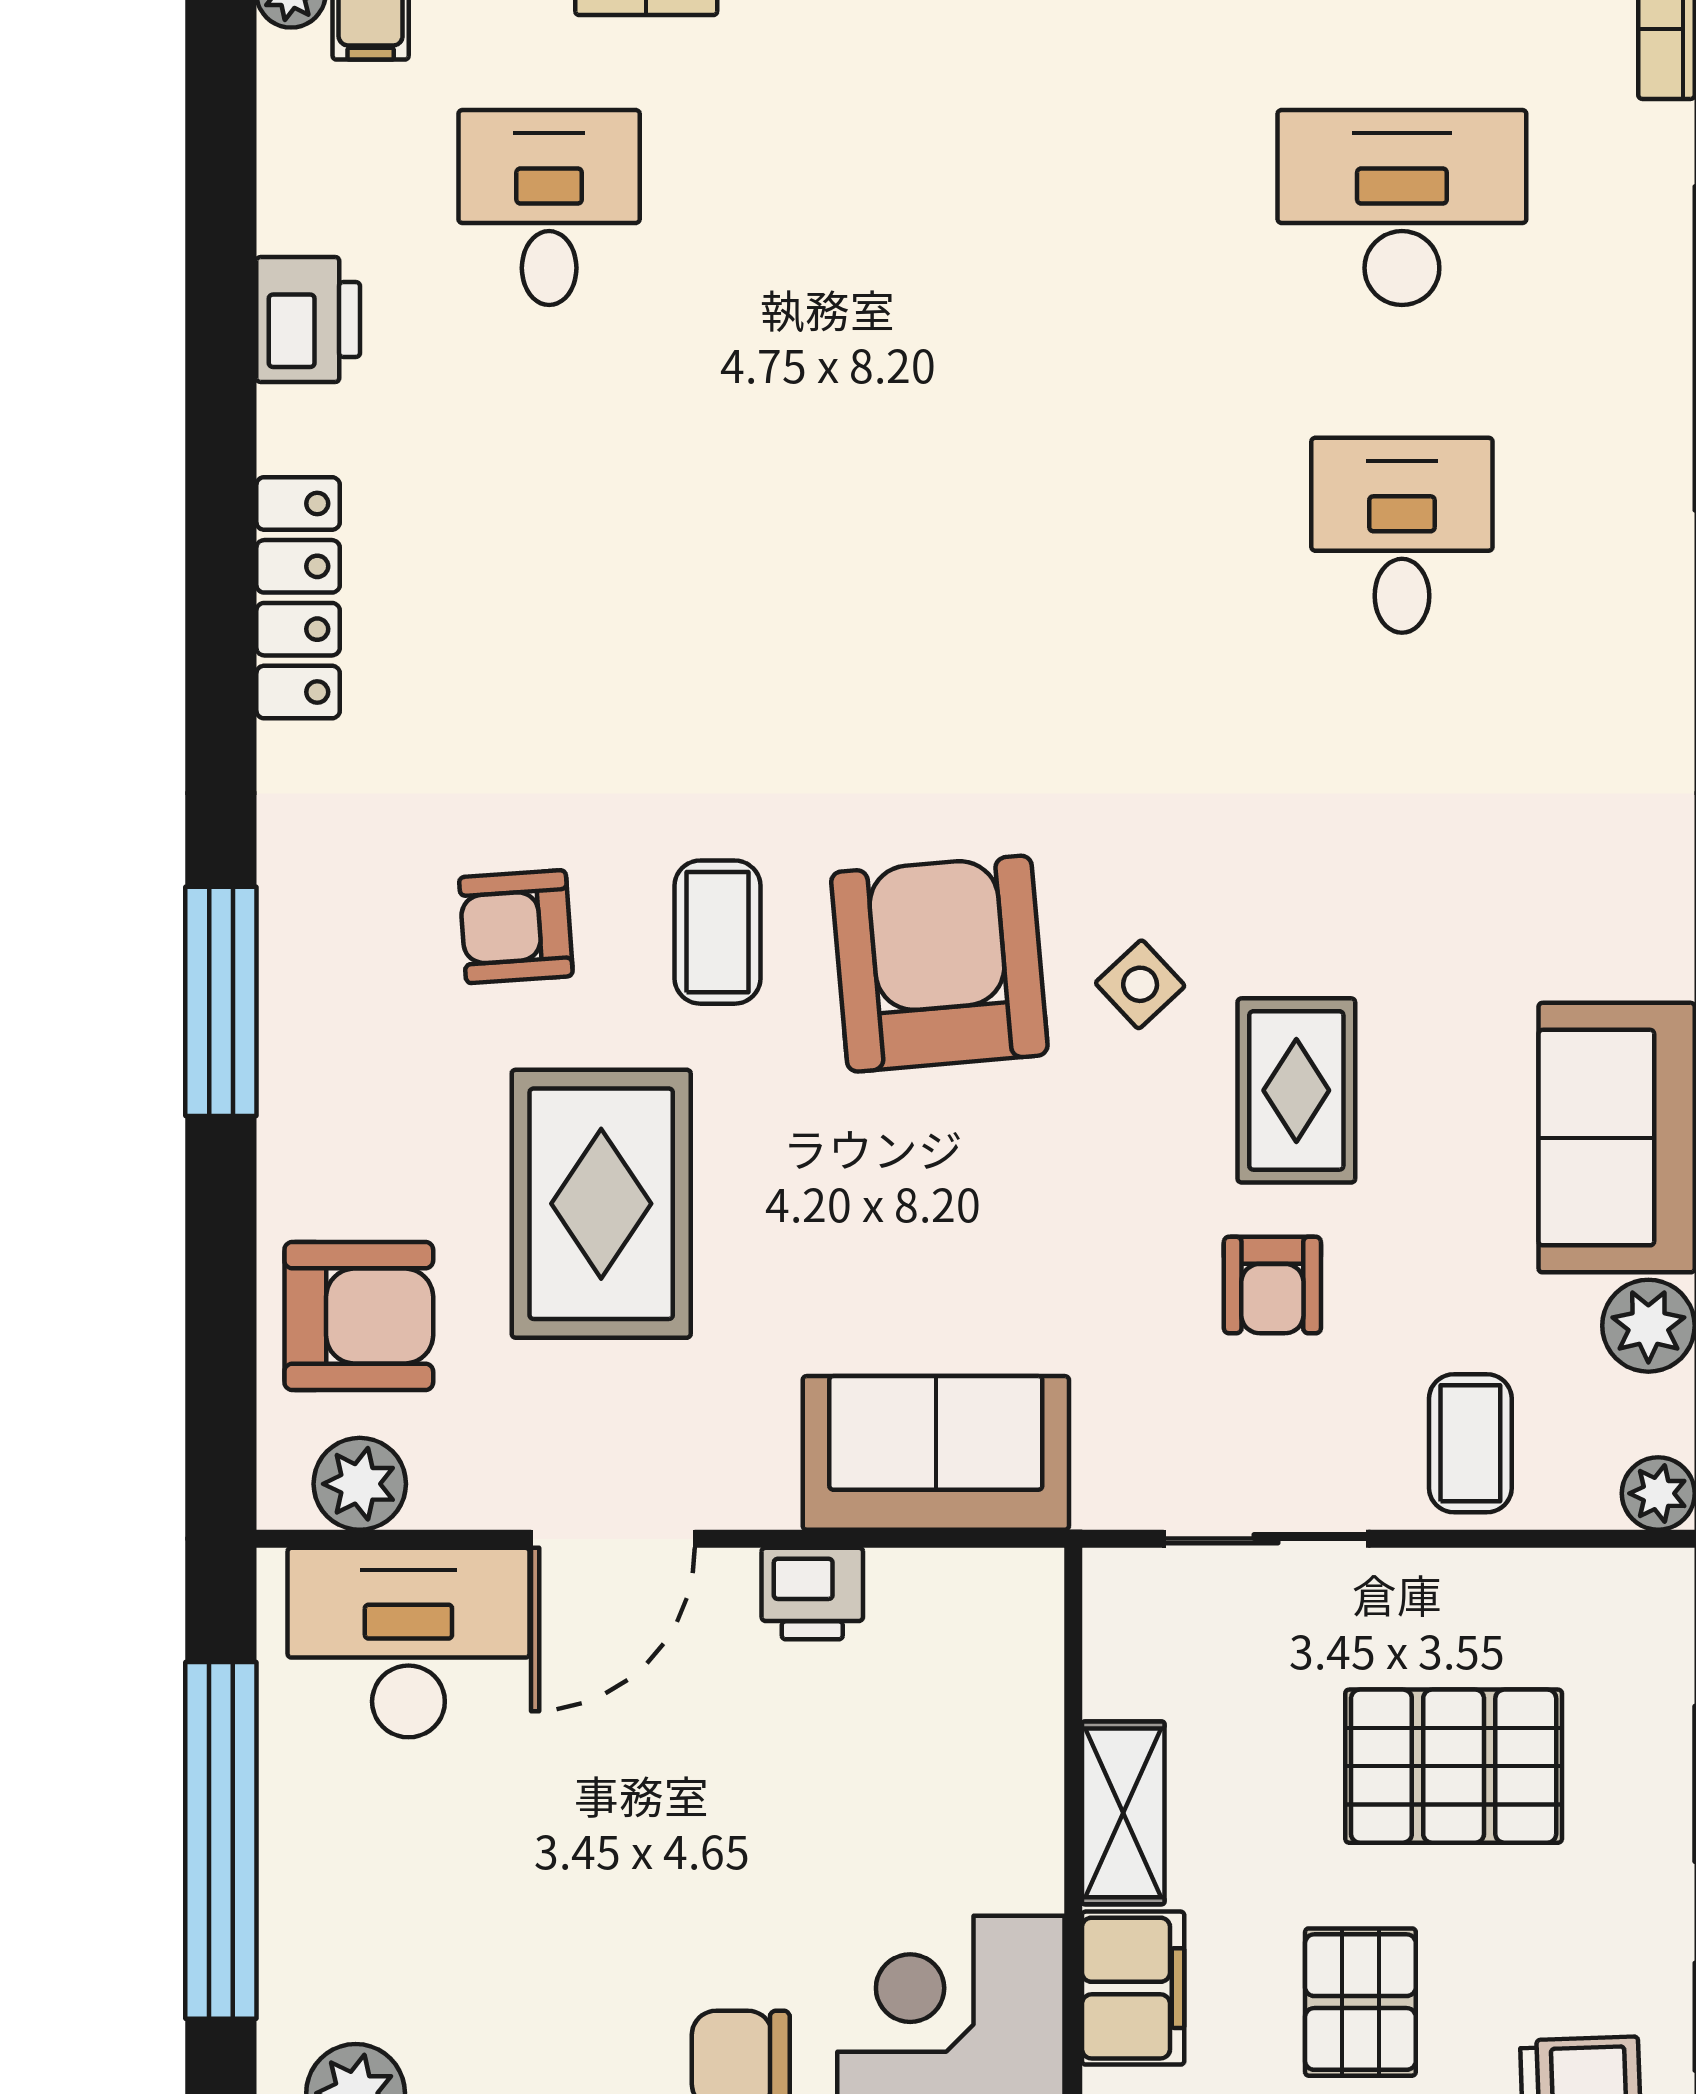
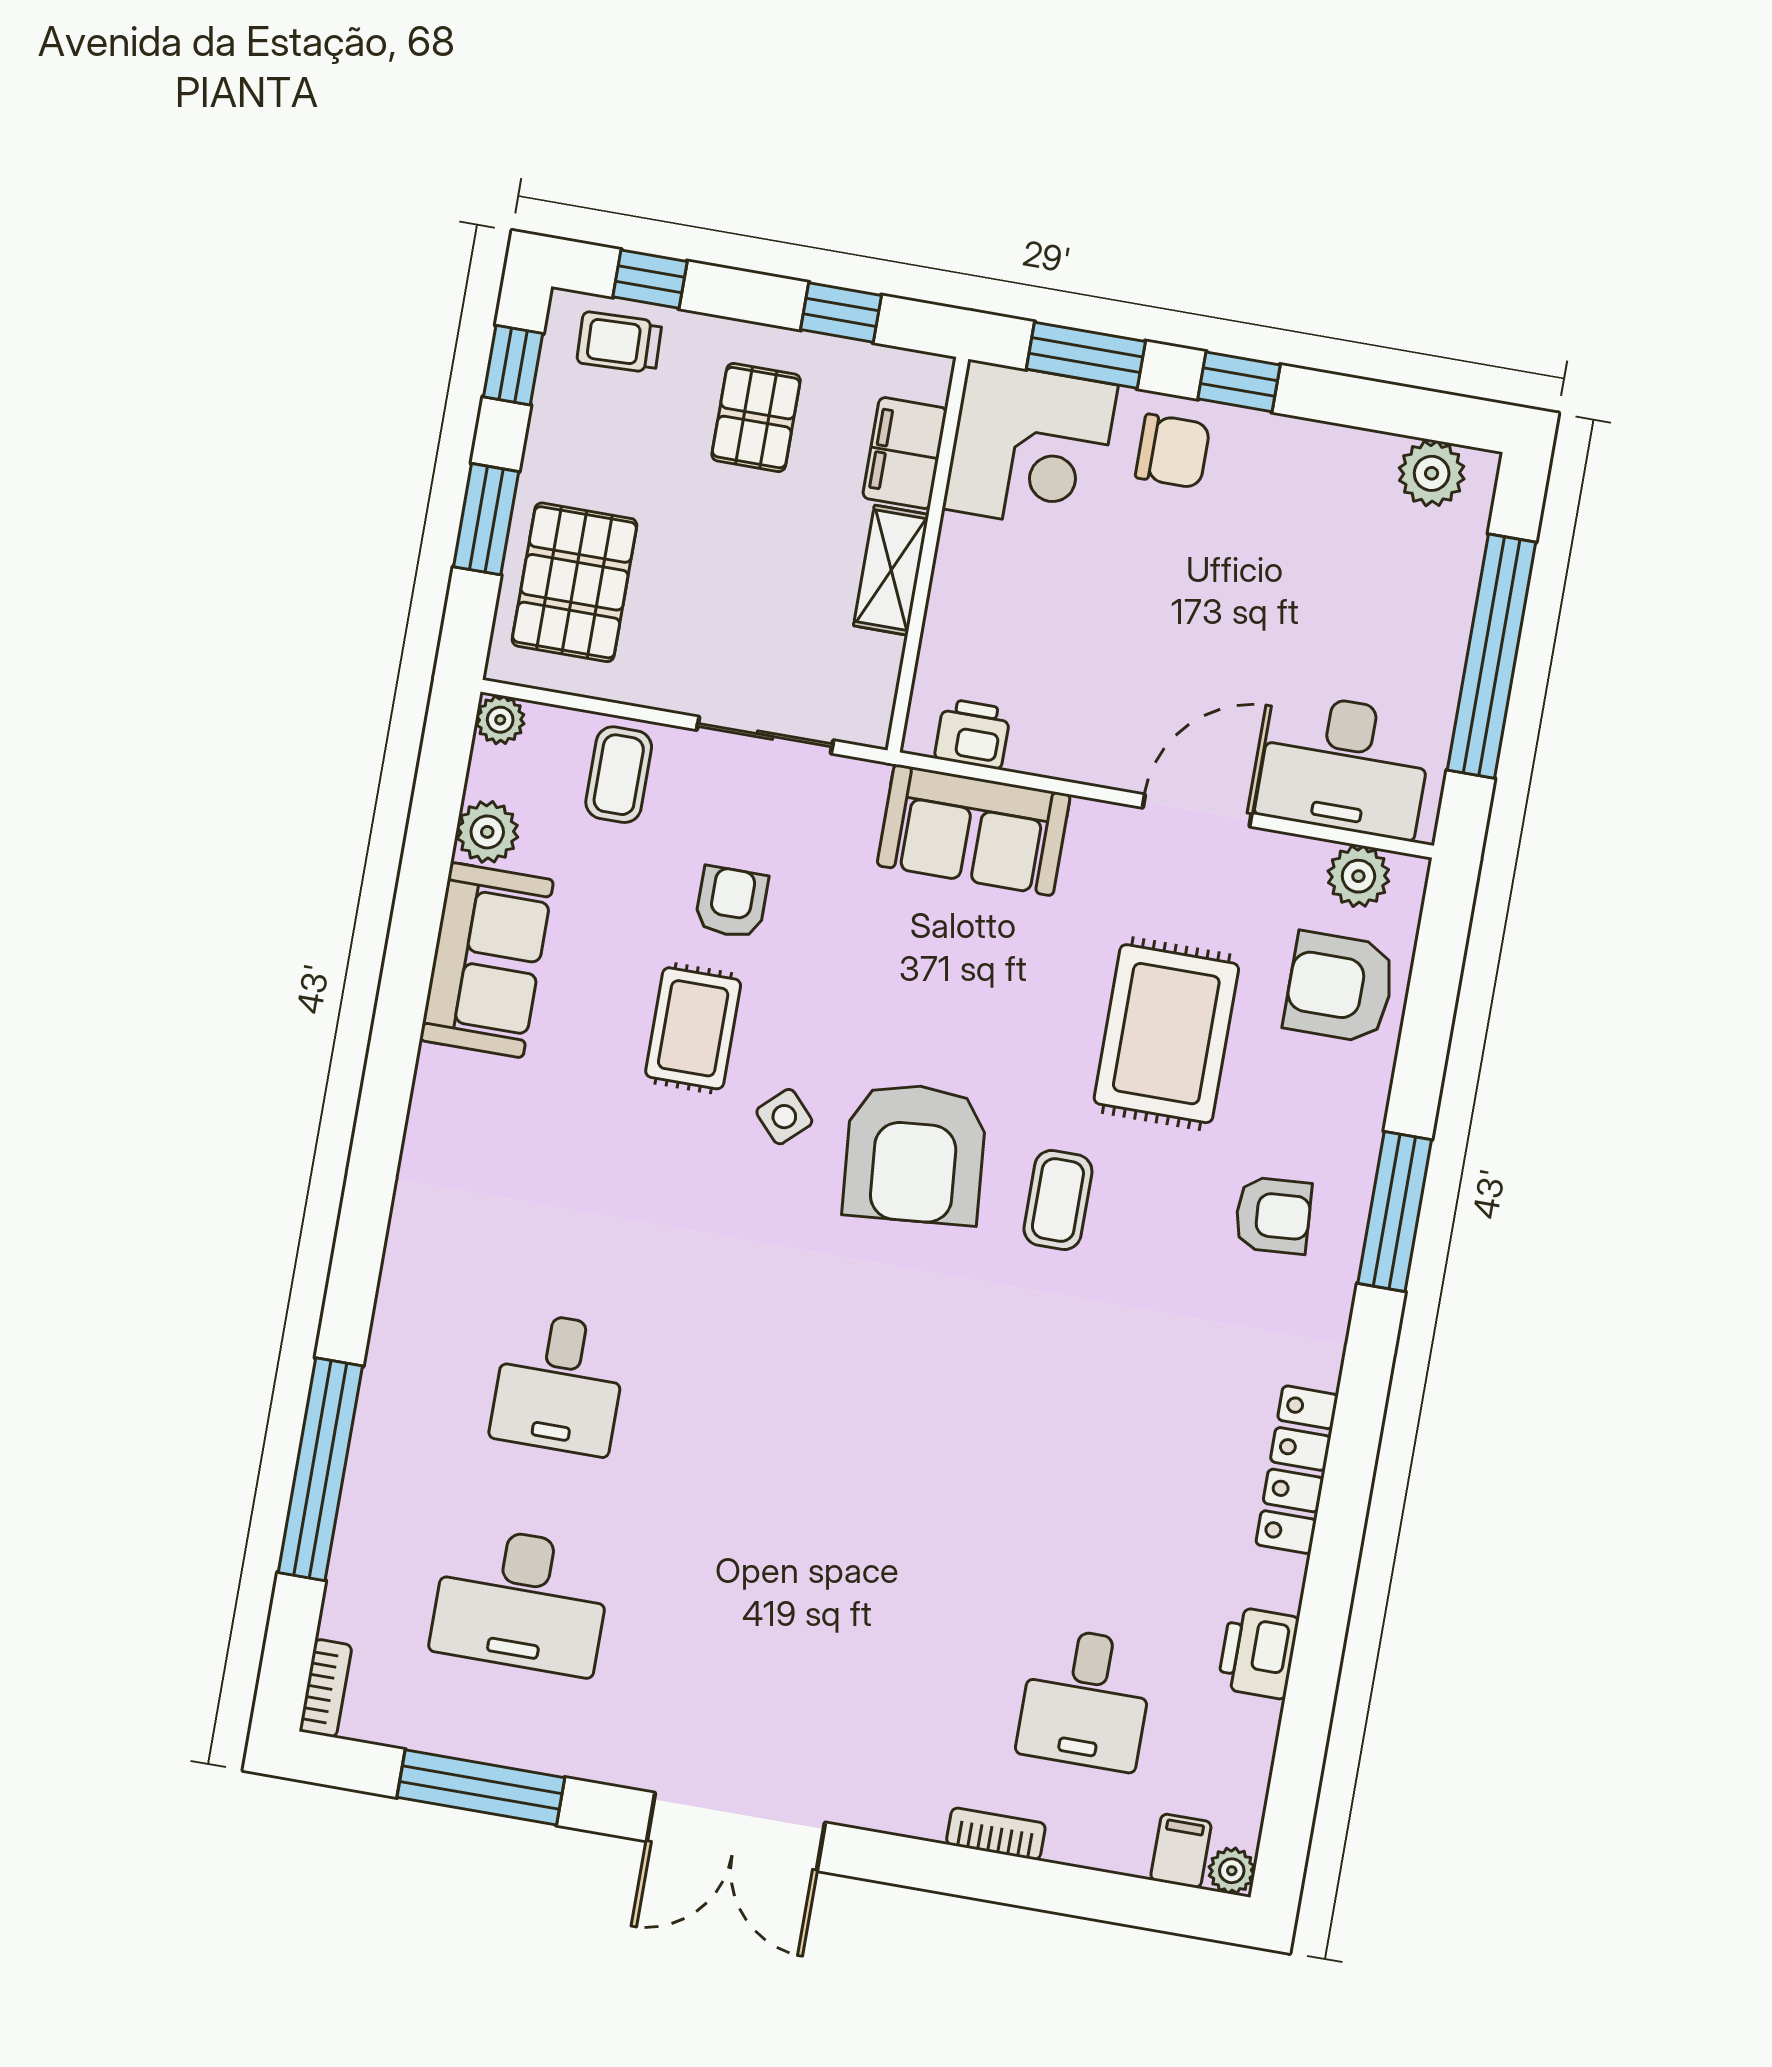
armchair: (516, 927) -> (1273, 1215), moved
printer: (812, 1594) -> (973, 734), moved
pallet: (1454, 1766) -> (574, 582), moved, turned 90

